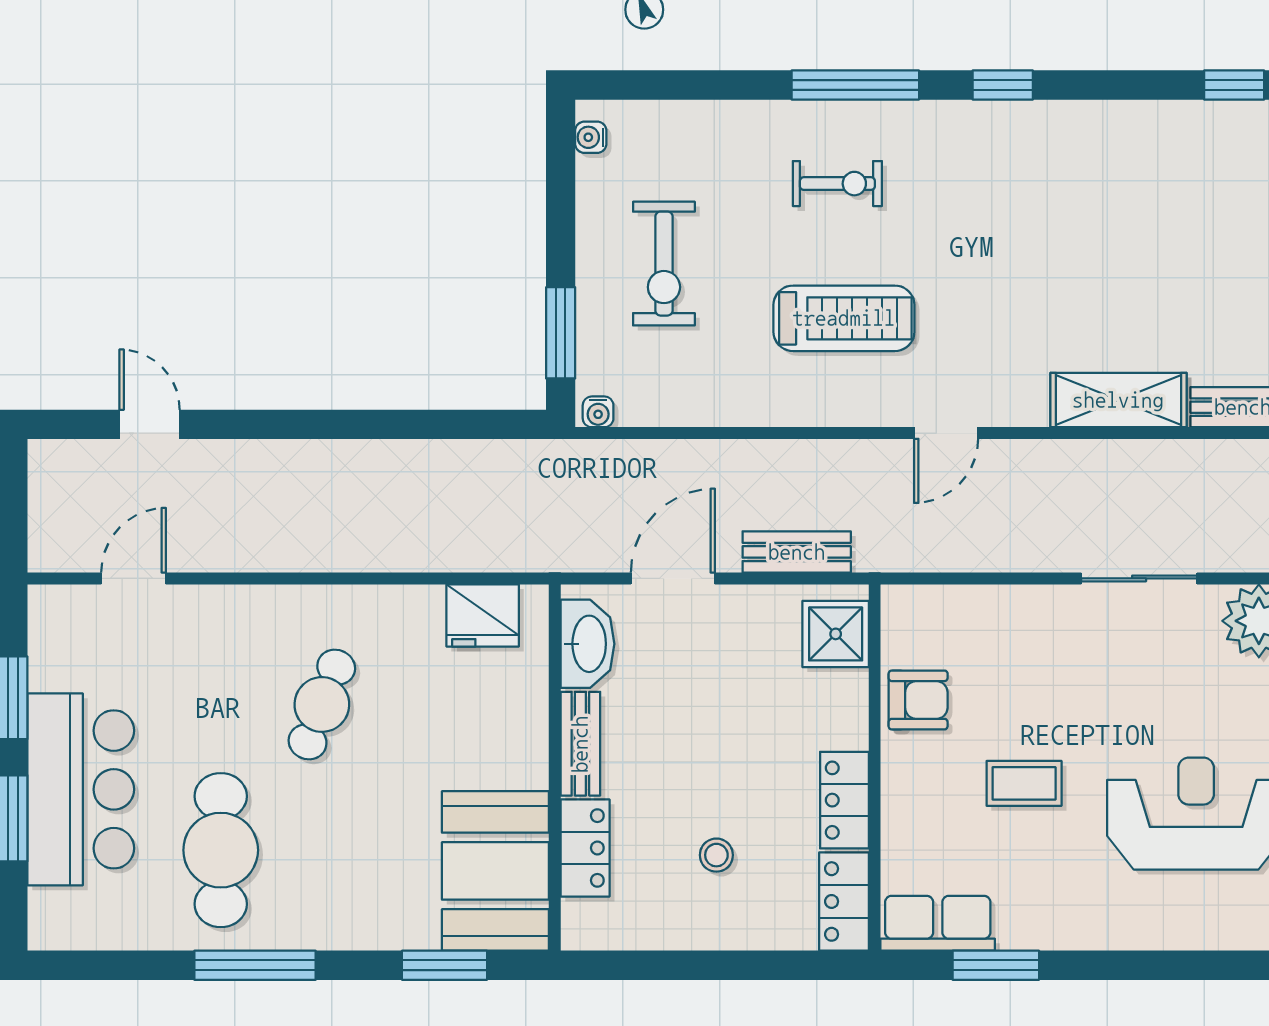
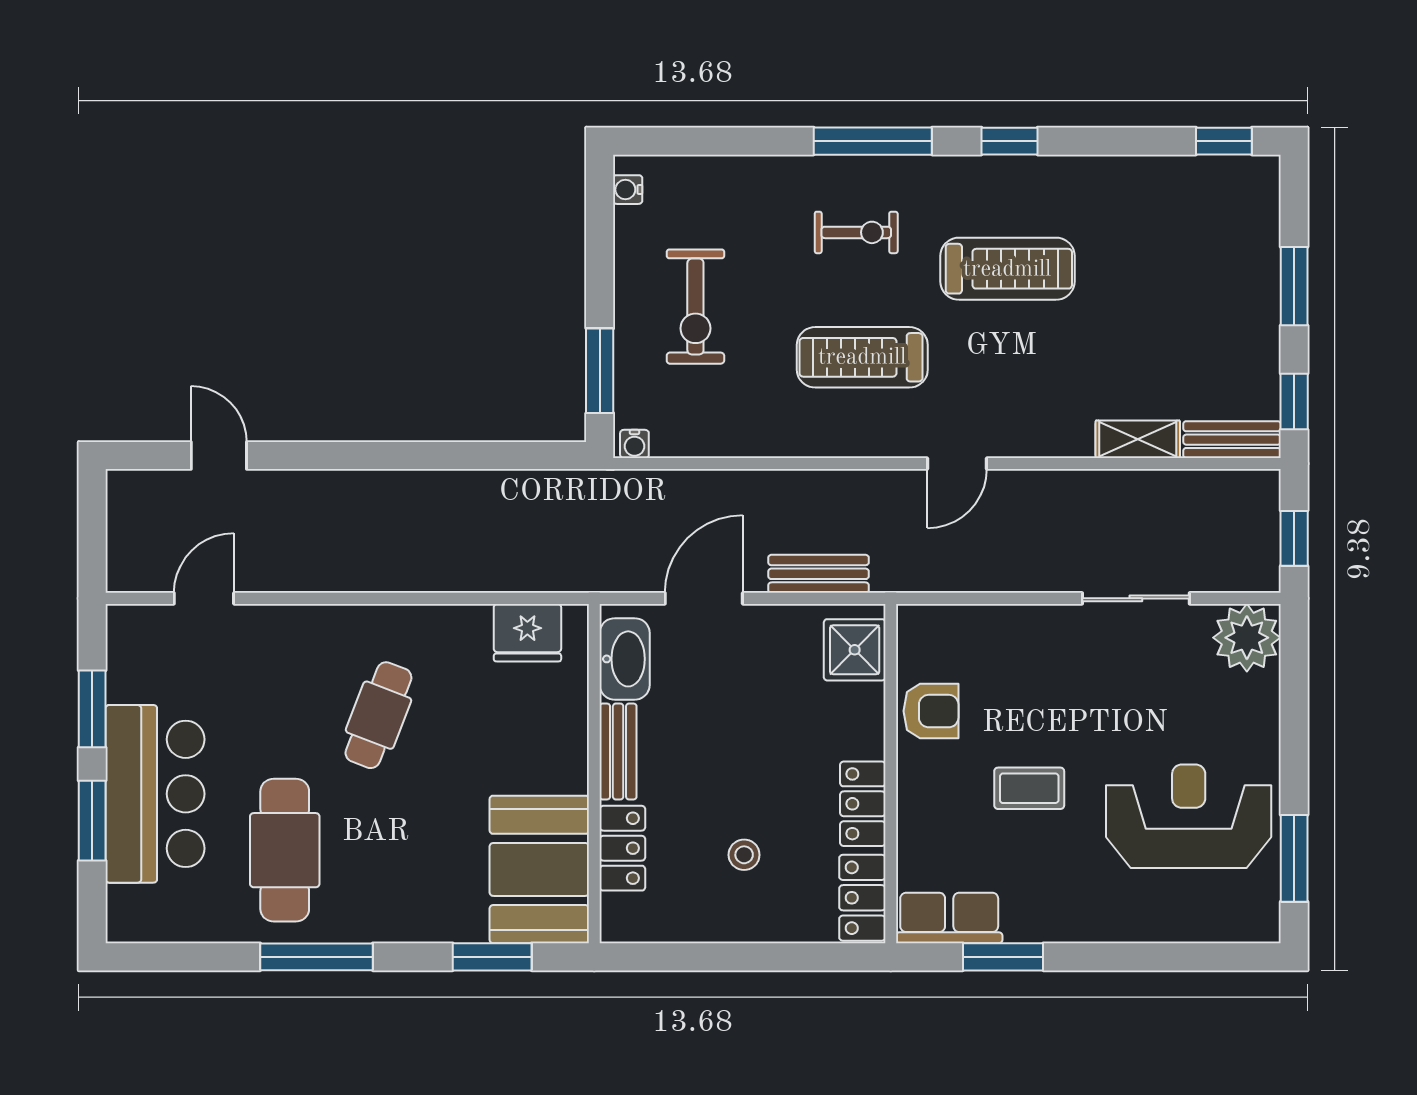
treadmill: (1001, 223) -> (1007, 269), added
treadmill: (844, 318) -> (862, 357), turned 180
shelving: (1118, 400) -> (1138, 439), width x0.67, depth x0.75

